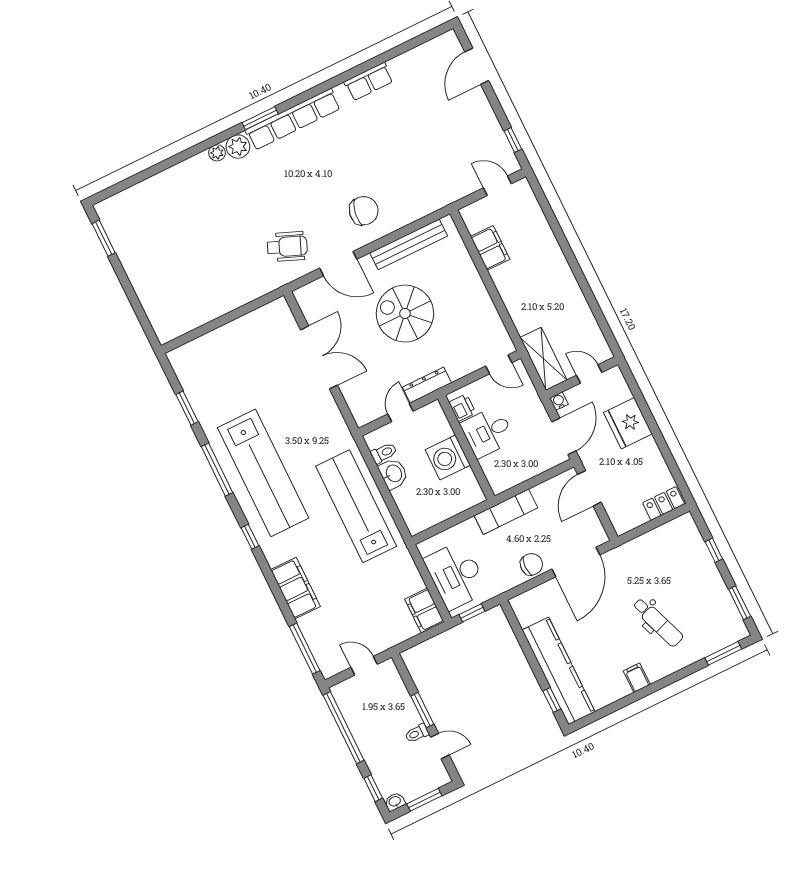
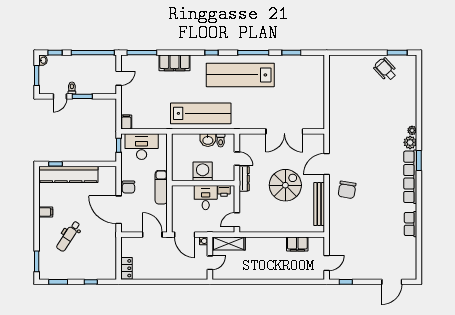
door: (477, 66) -> (392, 282), swing flipped
wheelchair: (287, 247) -> (386, 70), moved, turned 115
fridge: (628, 423) -> (176, 270), removed
filing cabinet: (424, 611) -> (126, 122), width x0.50
dental chair: (658, 622) -> (68, 236), turned -37

